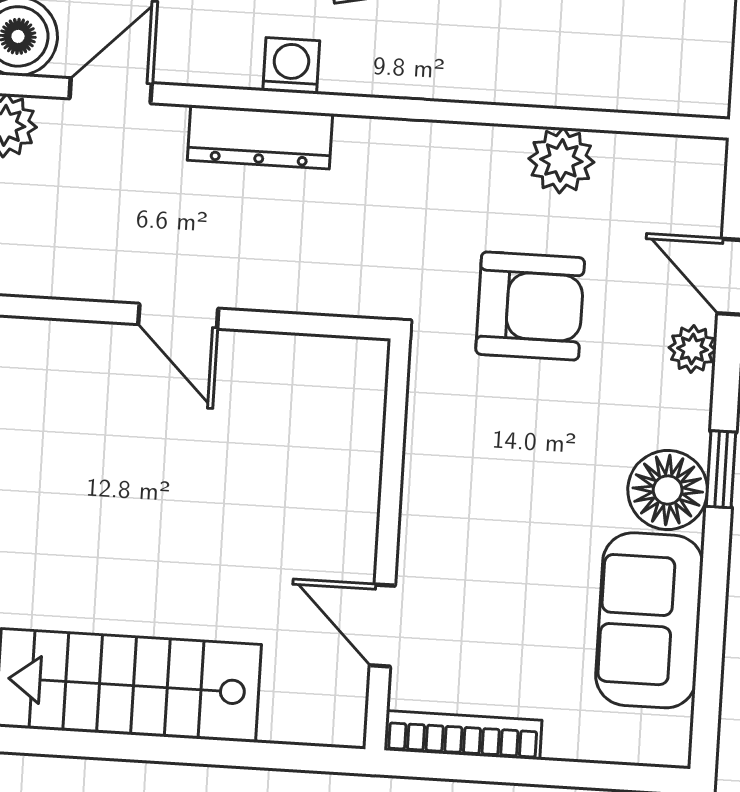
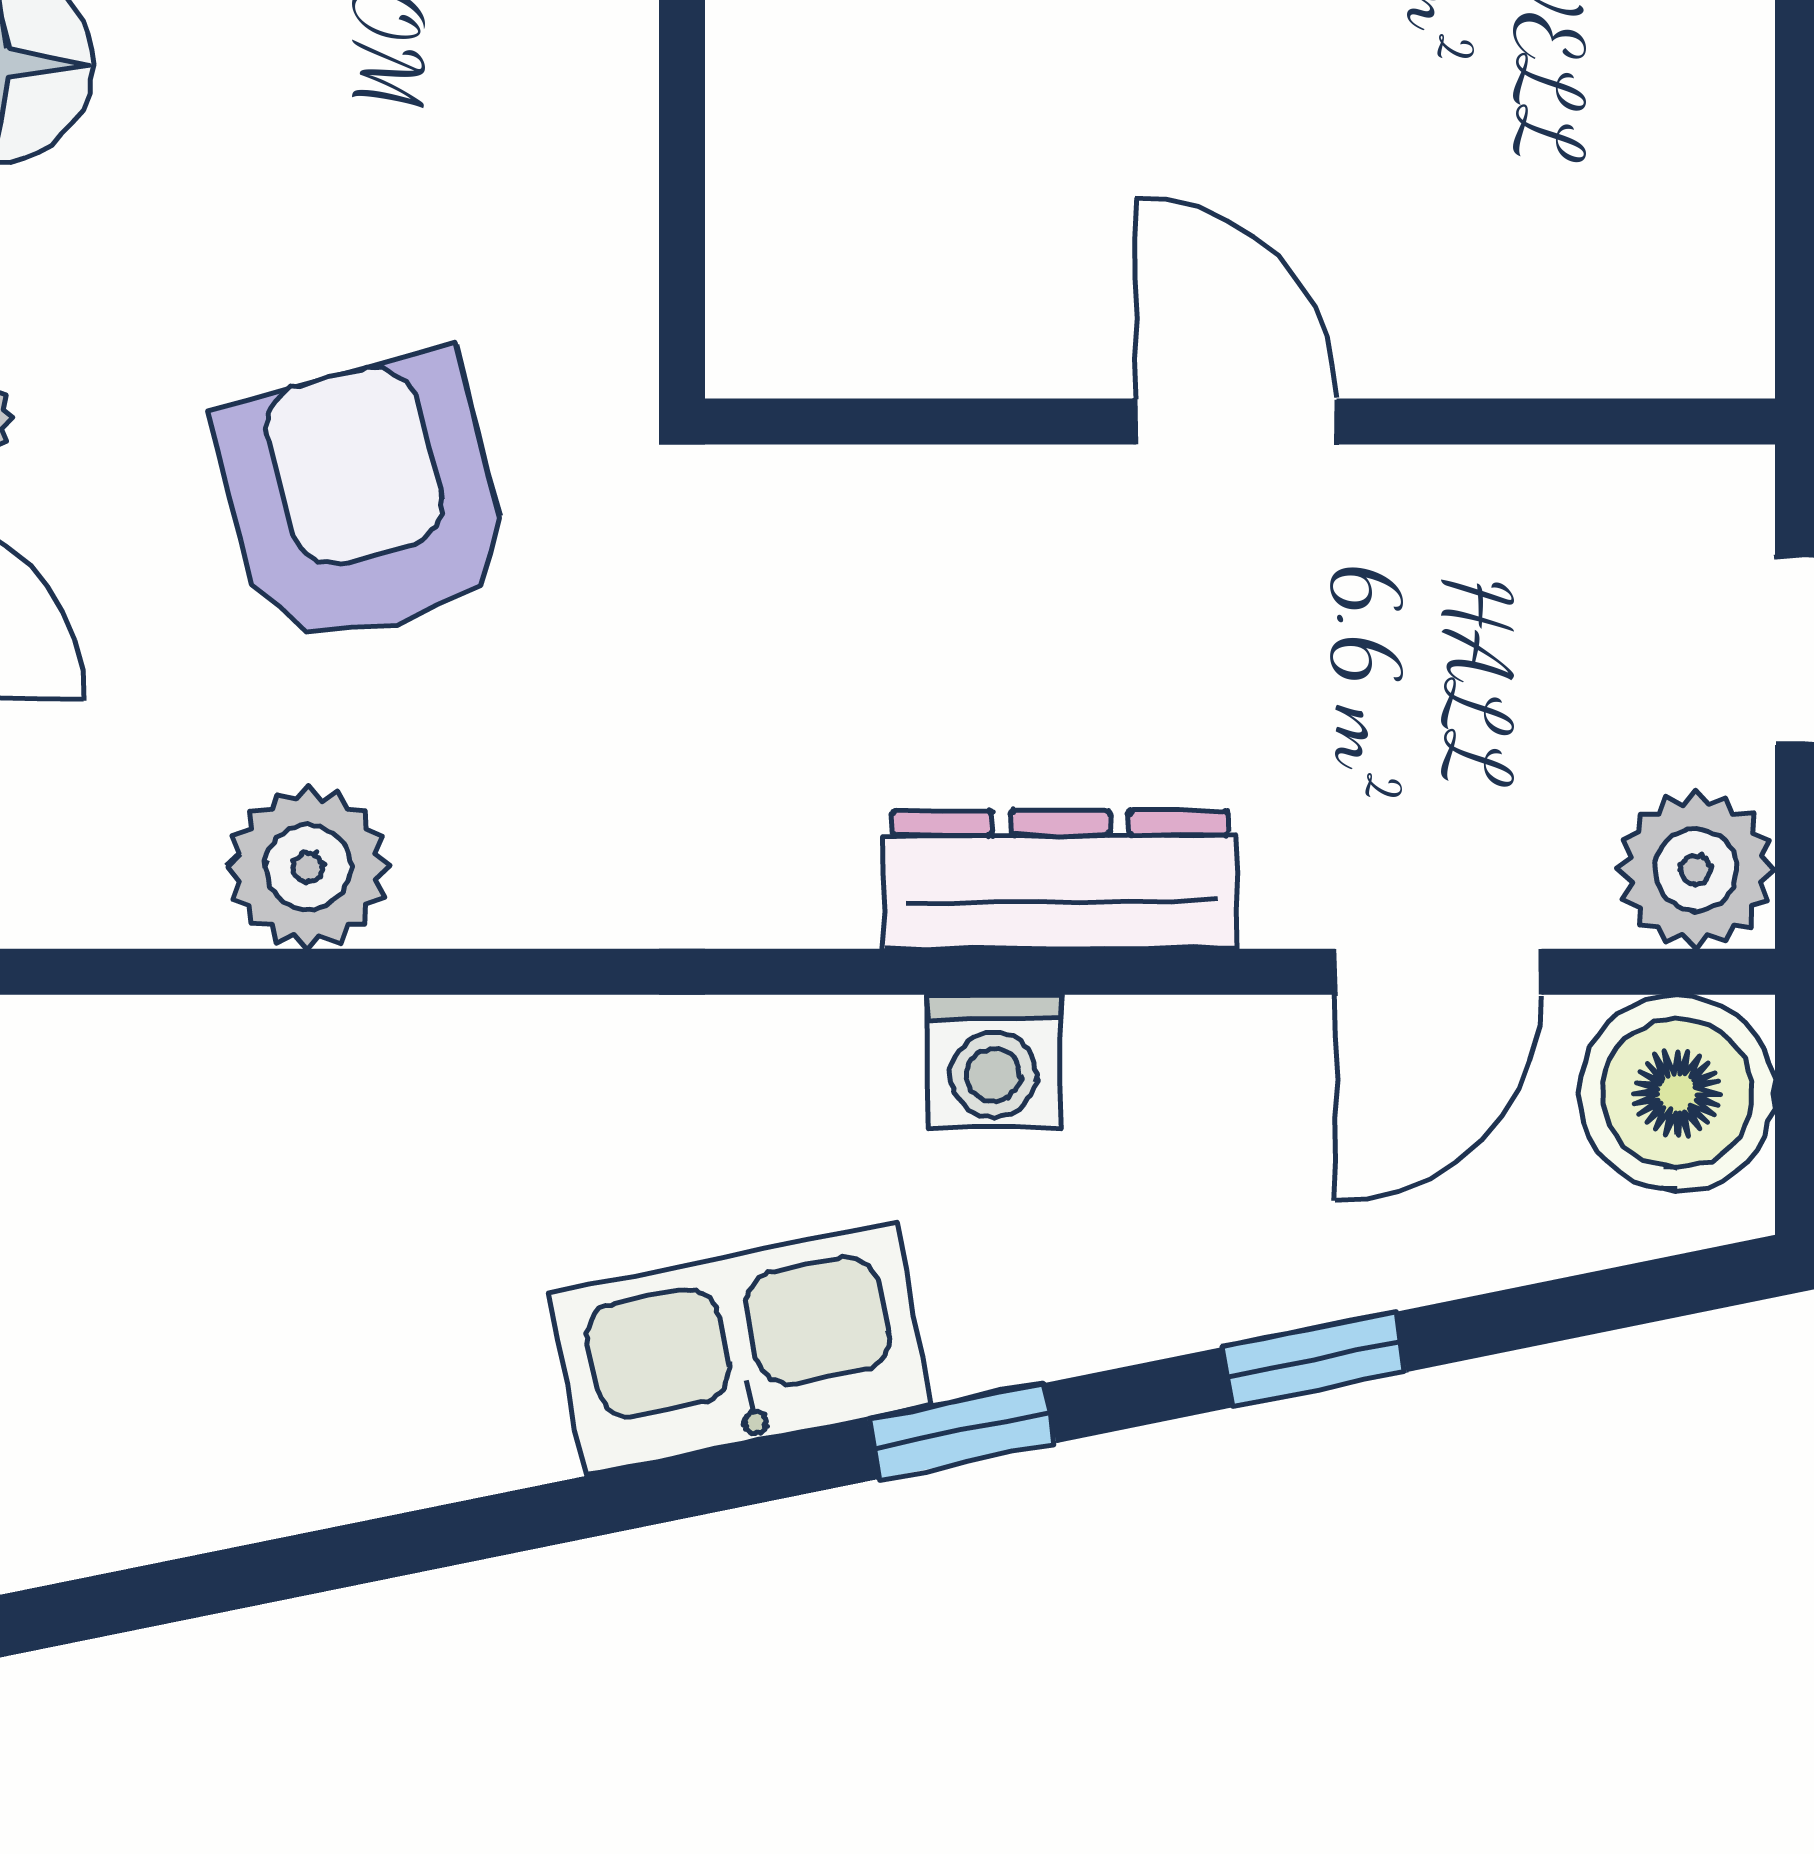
armchair: (530, 306) -> (363, 501), turned 75

